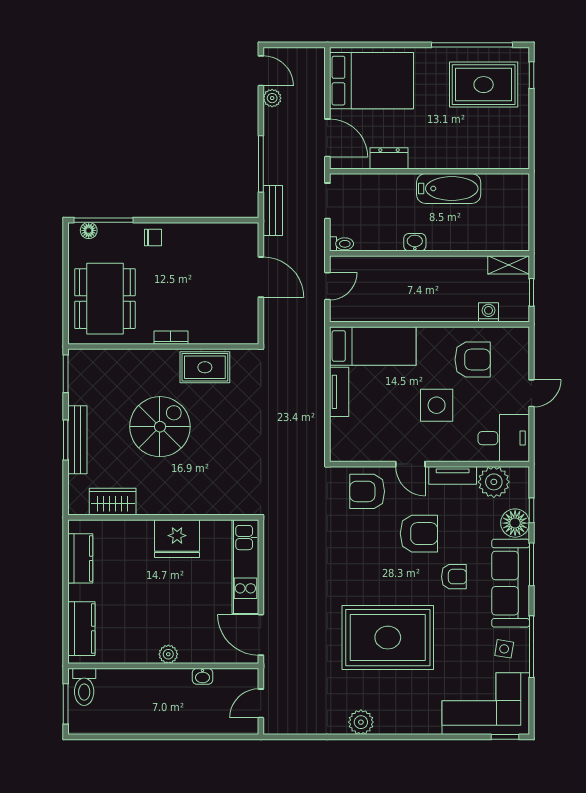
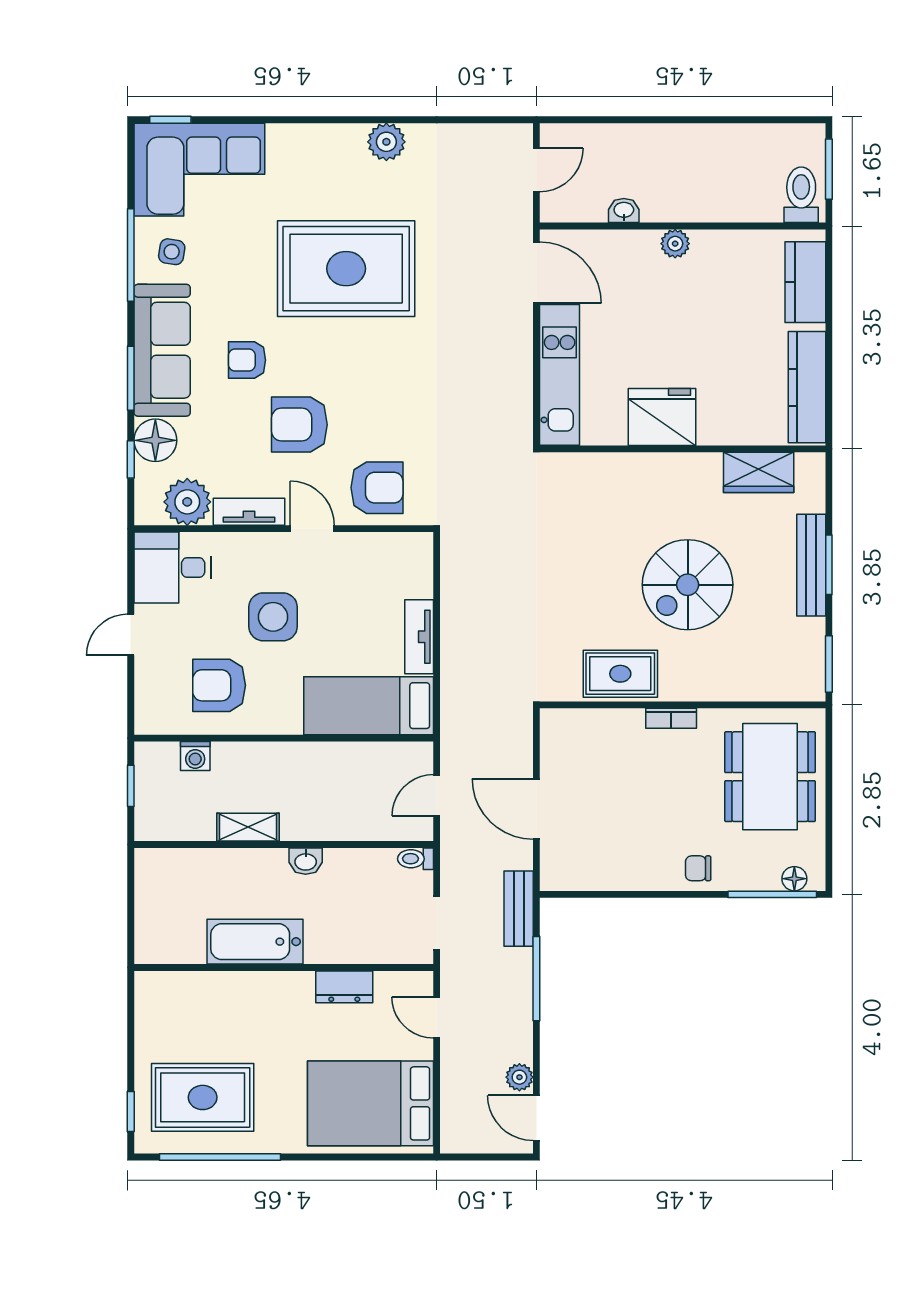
door: (327, 138) -> (437, 1017), width x0.73
shelving: (509, 265) -> (248, 827), moved
kitchen counter: (80, 558) -> (807, 387), width x1.50

